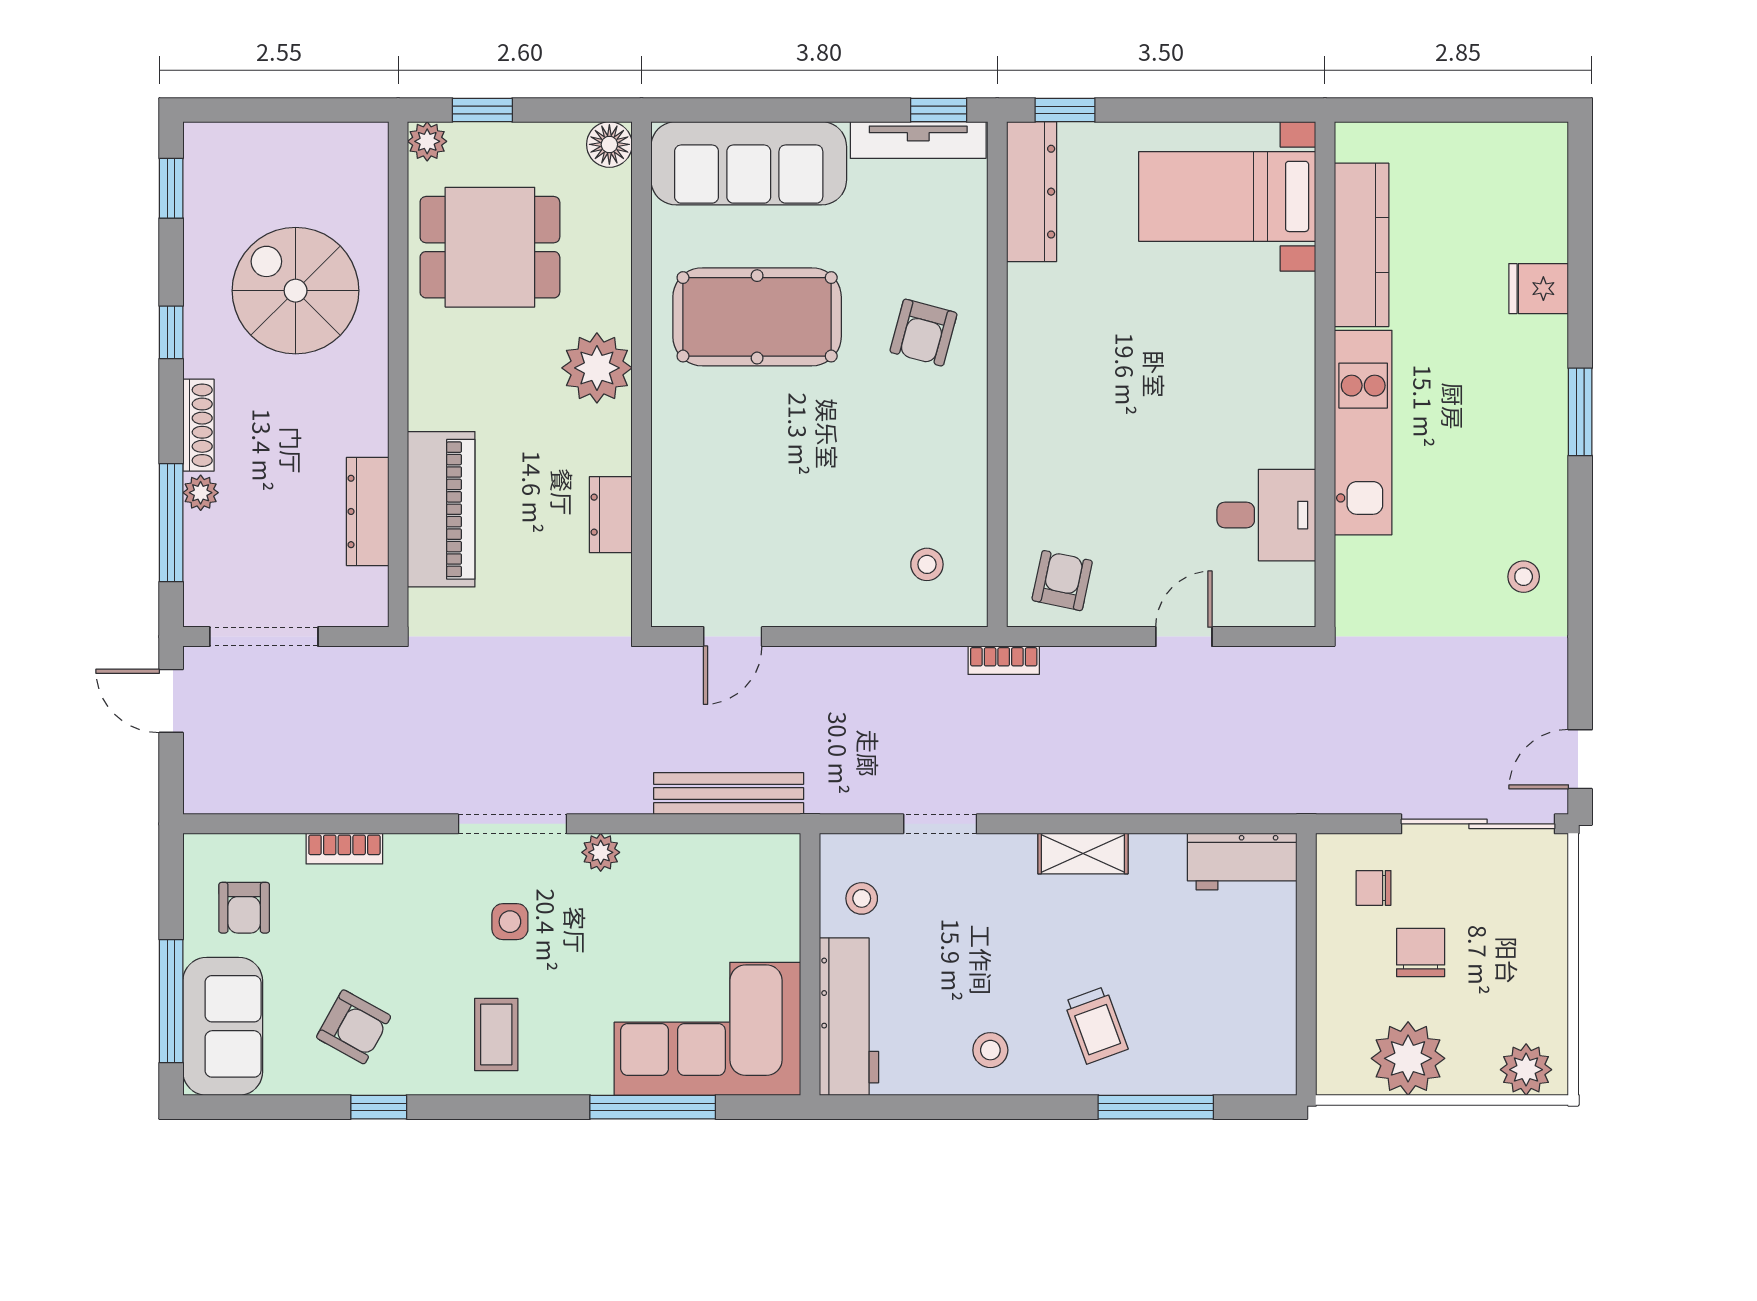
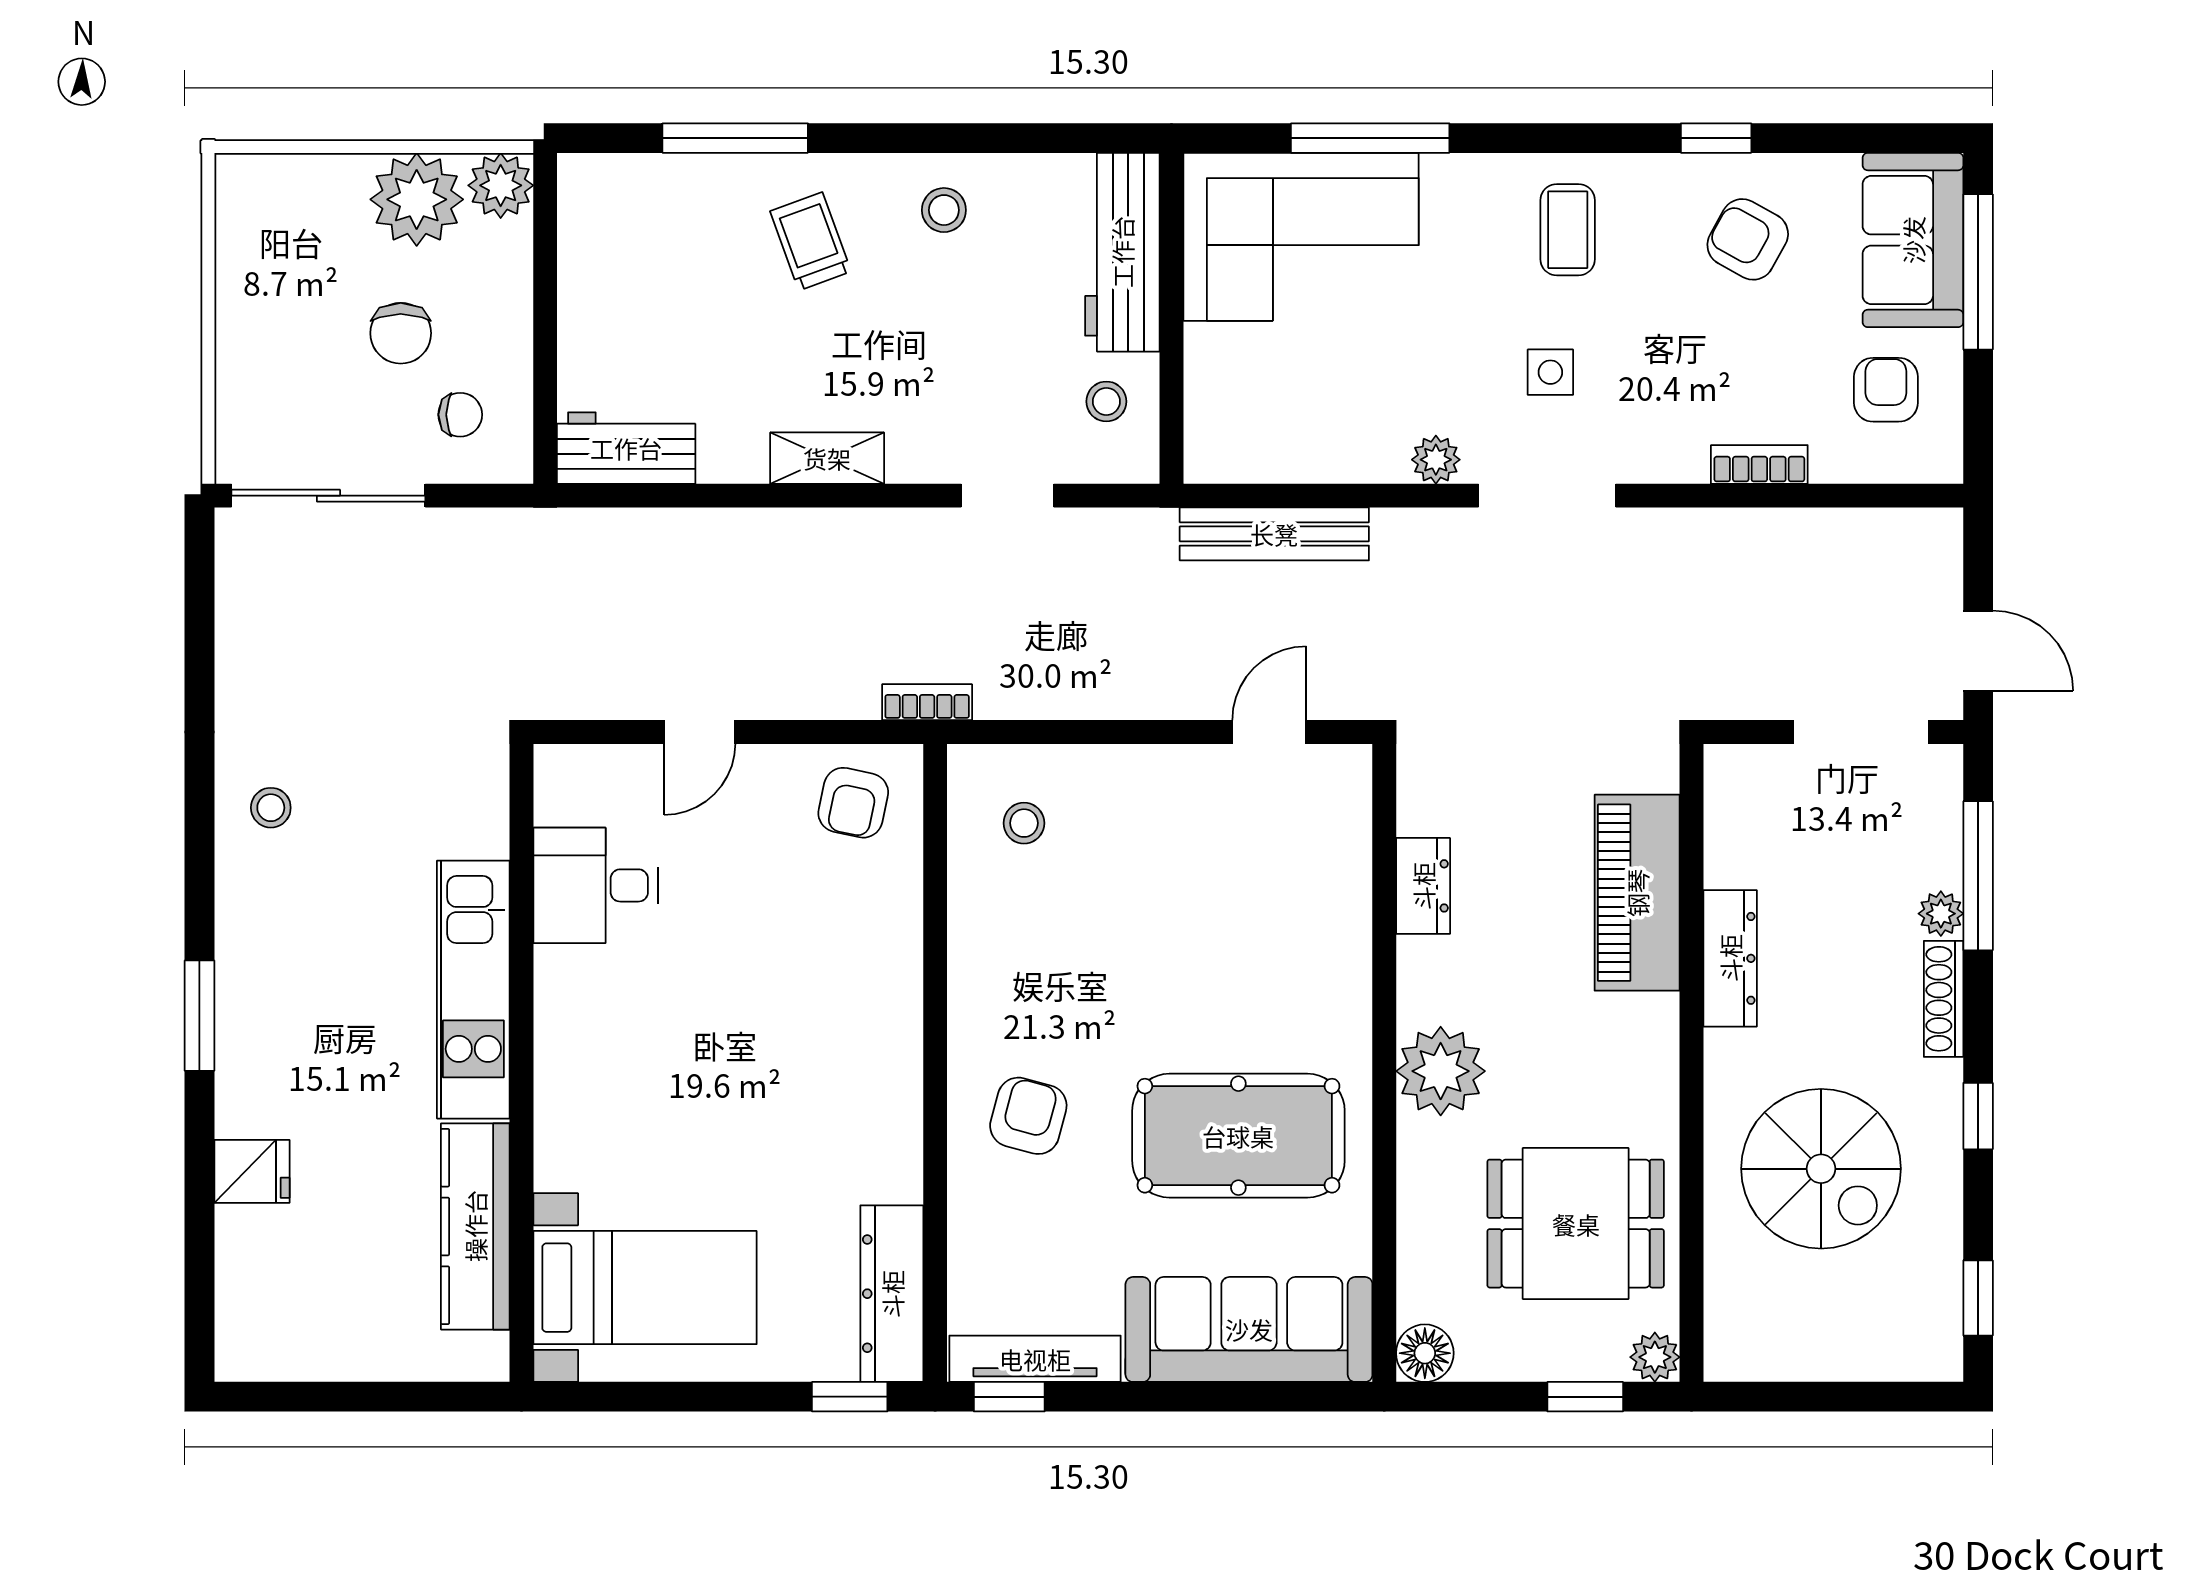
dresser: (368, 511) -> (1730, 958), moved
door: (1580, 759) -> (199, 577), removed
plant: (1526, 1070) -> (501, 185), moved

